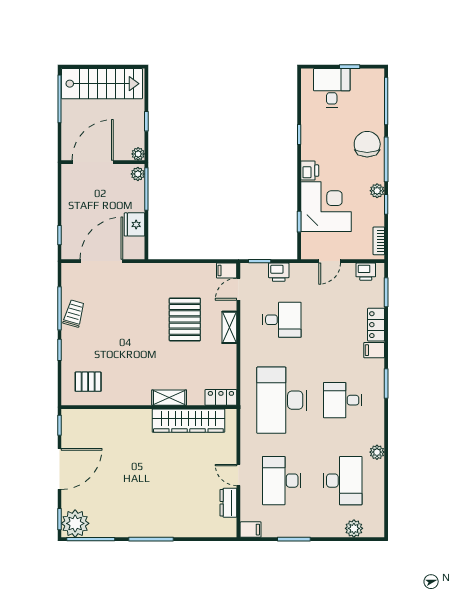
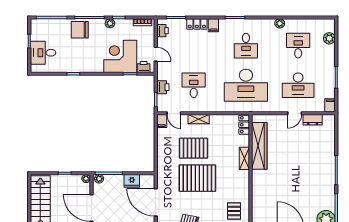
printer: (310, 171) -> (144, 67), moved
pallet: (139, 325) -> (197, 178), added
desk: (343, 481) -> (298, 46), width x0.73

